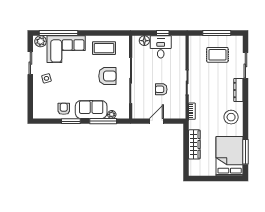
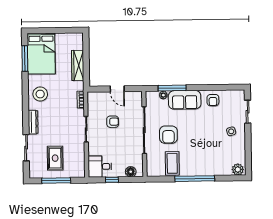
window: (58, 33) -> (195, 179), moved
desk: (161, 47) -> (100, 167), moved, turned 90
coffee table: (104, 48) -> (172, 163), turned 90
corner sofa: (66, 49) -> (211, 162), removed
rug: (217, 55) -> (55, 158), turned 90
sliding door: (30, 63) -> (248, 112), moved
armchair: (107, 76) -> (168, 135), turned -90
window: (71, 121) -> (205, 88), removed
door: (156, 121) -> (117, 89), hinge flipped

